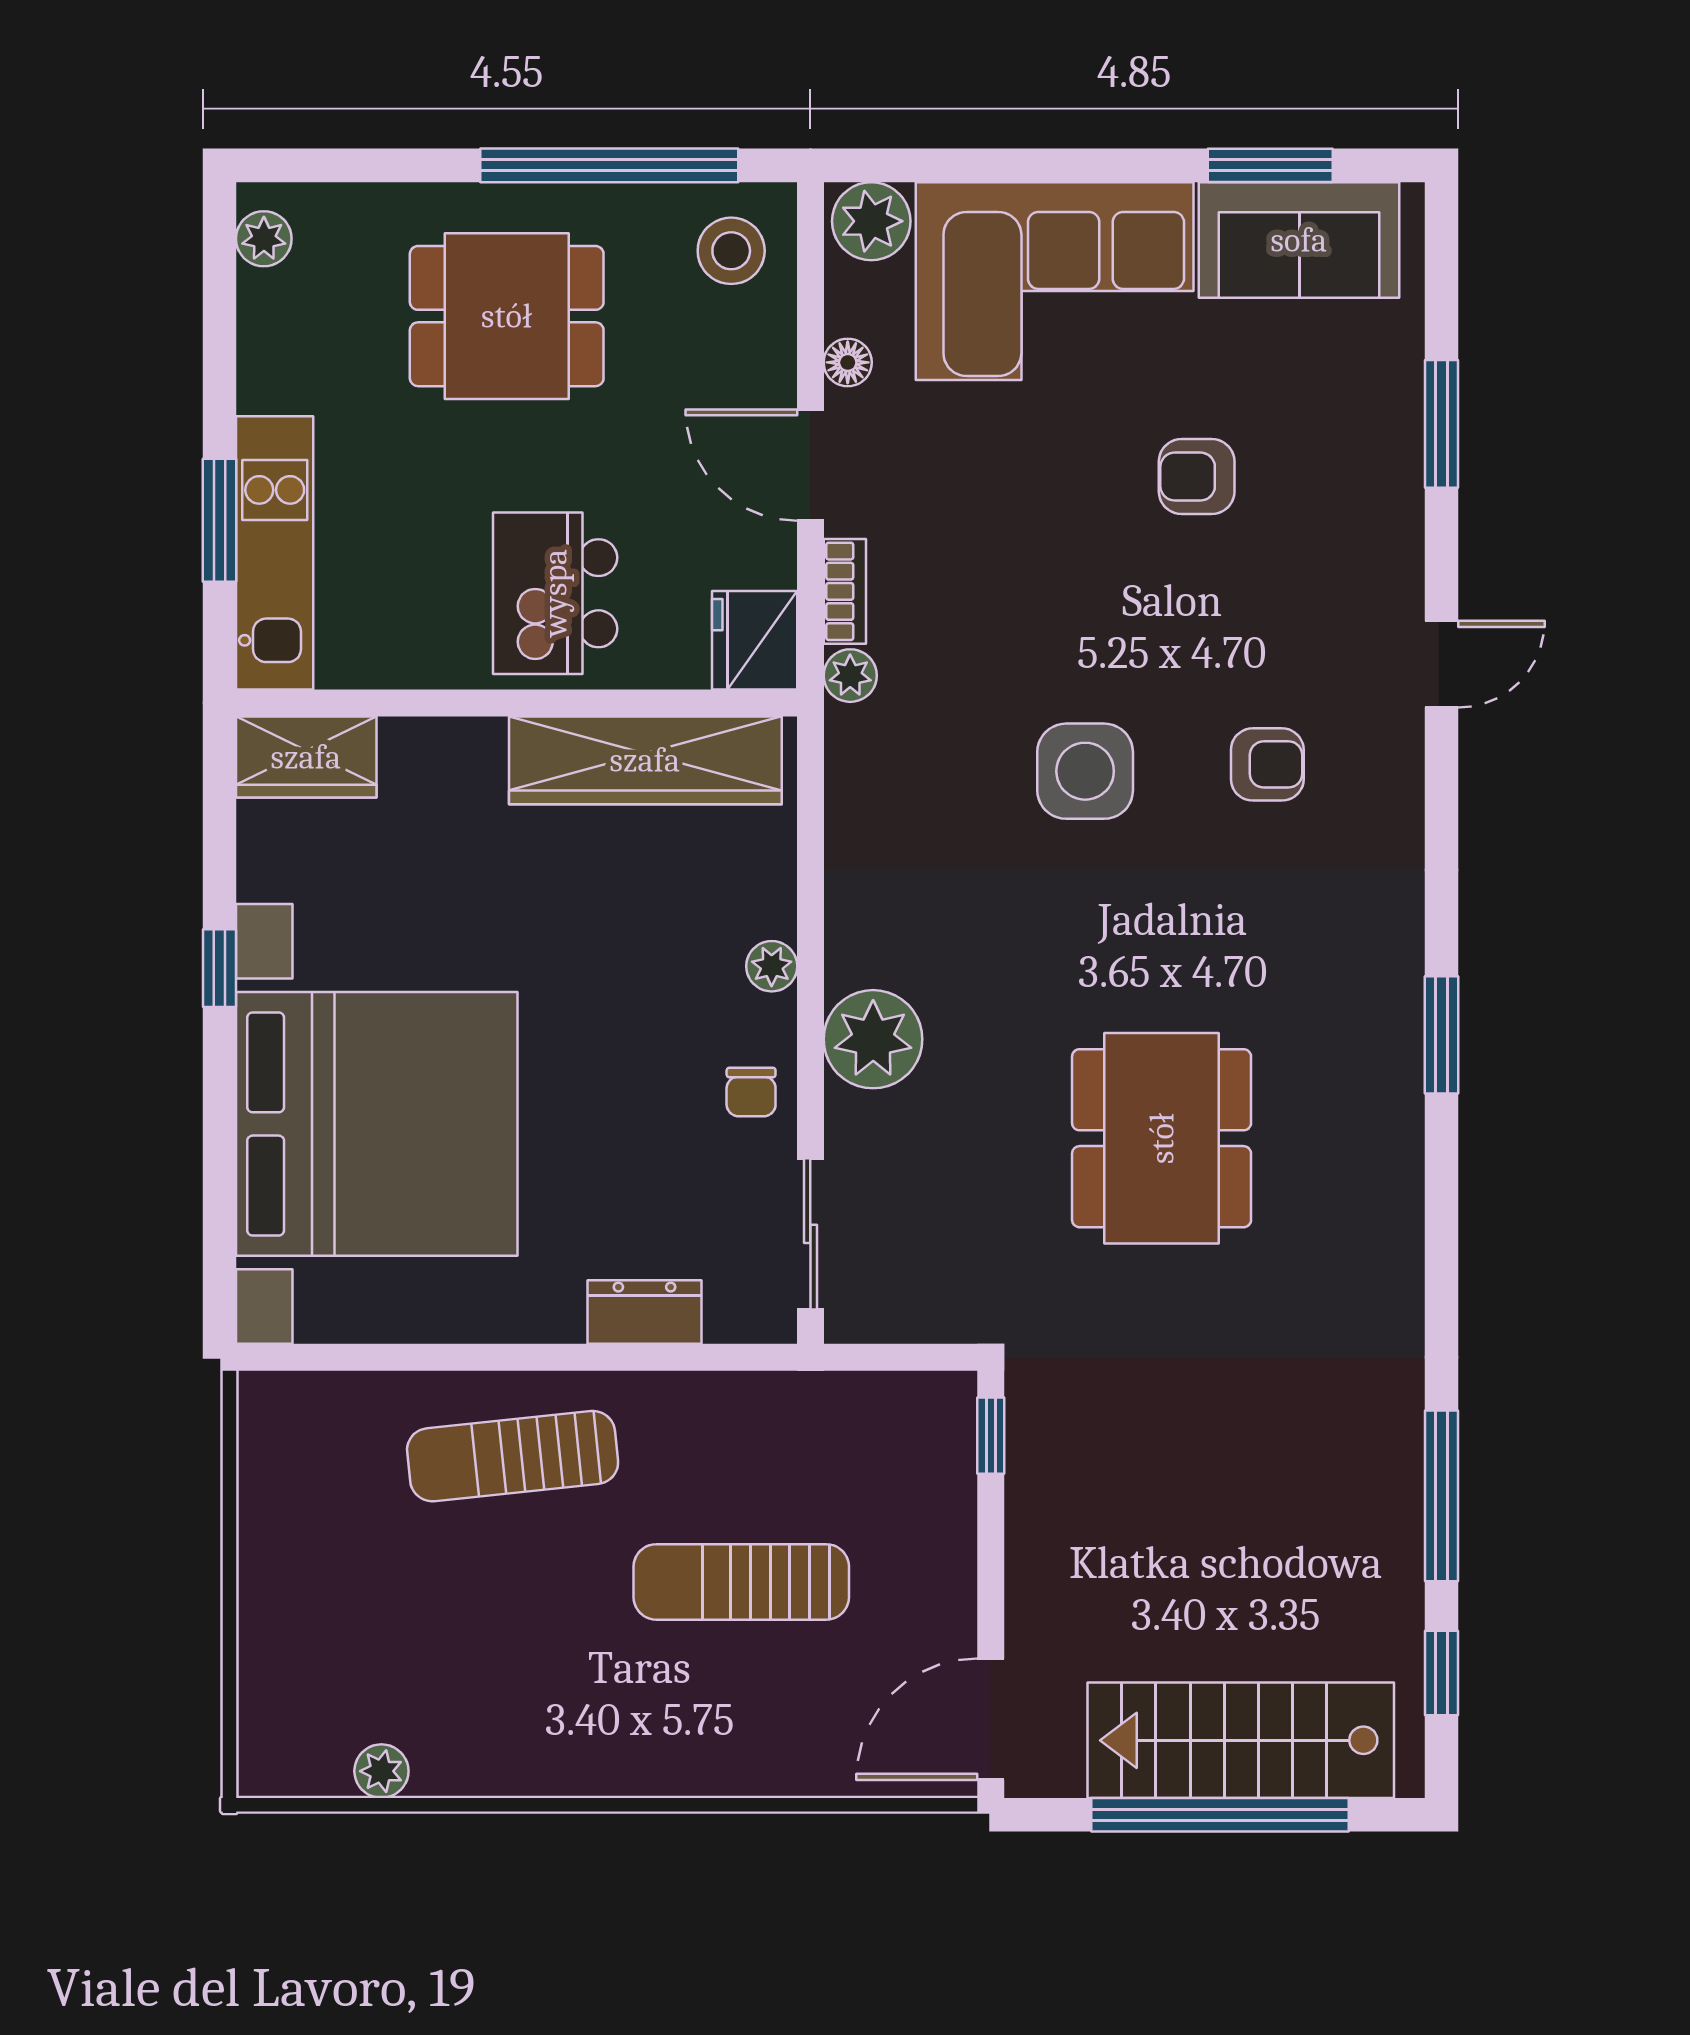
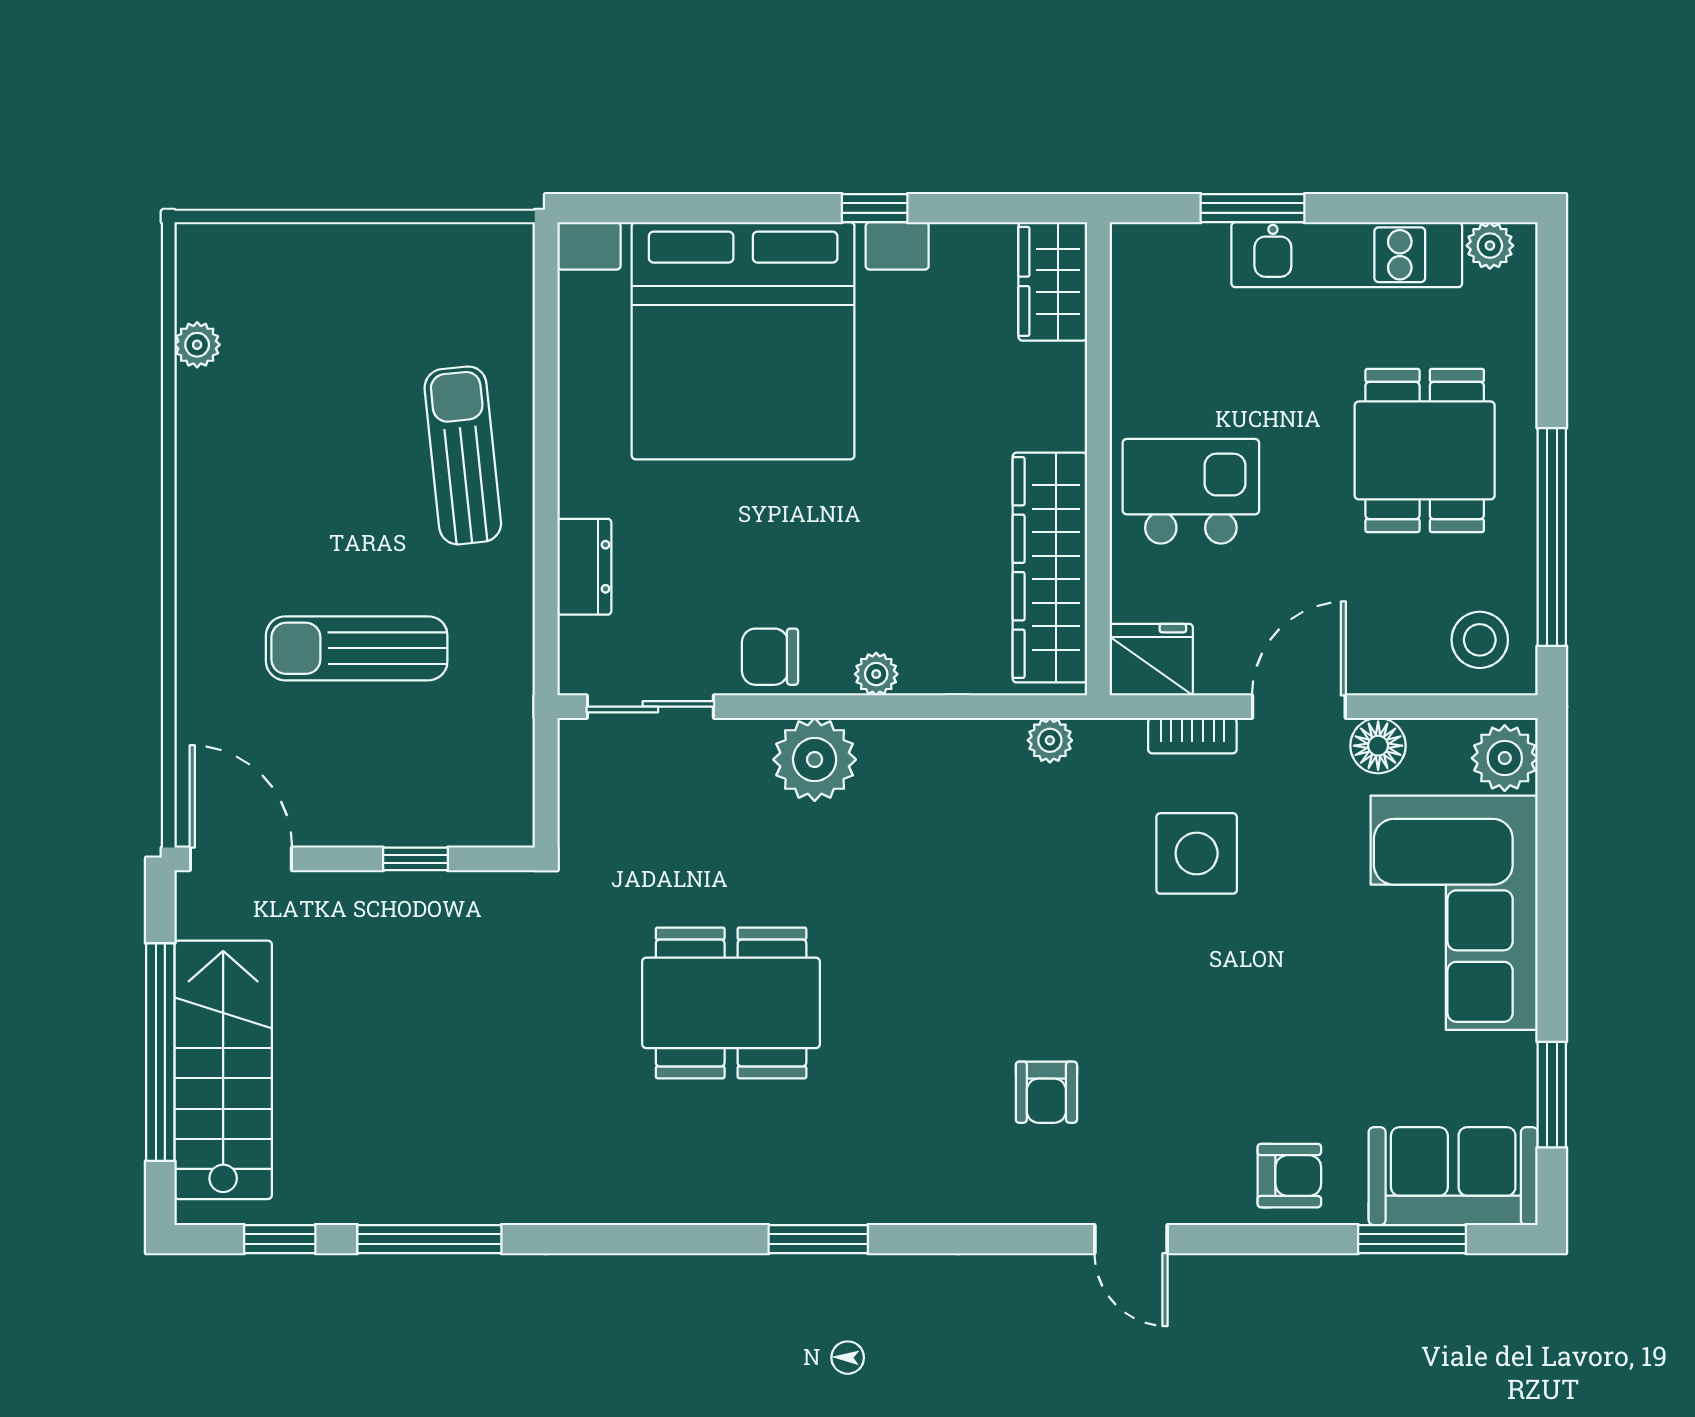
sofa: (1299, 240) -> (1453, 1176), moved, turned 90
floor lamp: (848, 362) -> (1378, 746), width x1.37, depth x1.37
window: (1441, 424) -> (1412, 1239), moved
armchair: (1197, 477) -> (1289, 1176), moved, turned 90
kitchen unit: (275, 553) -> (1347, 255), moved
plant: (850, 676) -> (1050, 740), moved
side table: (1085, 771) -> (1197, 853), moved
chair: (751, 1092) -> (770, 657), width x1.37, depth x1.37
window: (991, 1436) -> (415, 859), moved
sun lounger: (741, 1582) -> (357, 648), turned -90

